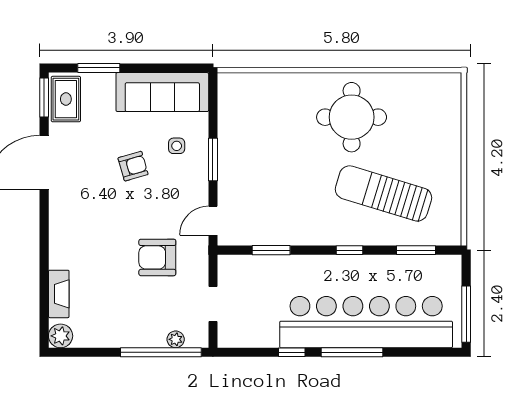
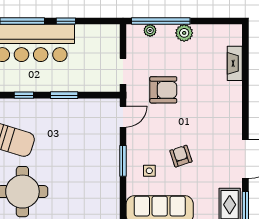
armchair: (133, 166) -> (181, 156), turned 88
window: (271, 250) -> (64, 95), moved
doorway: (213, 304) -> (123, 71), moved
plant: (61, 336) -> (184, 33), moved

